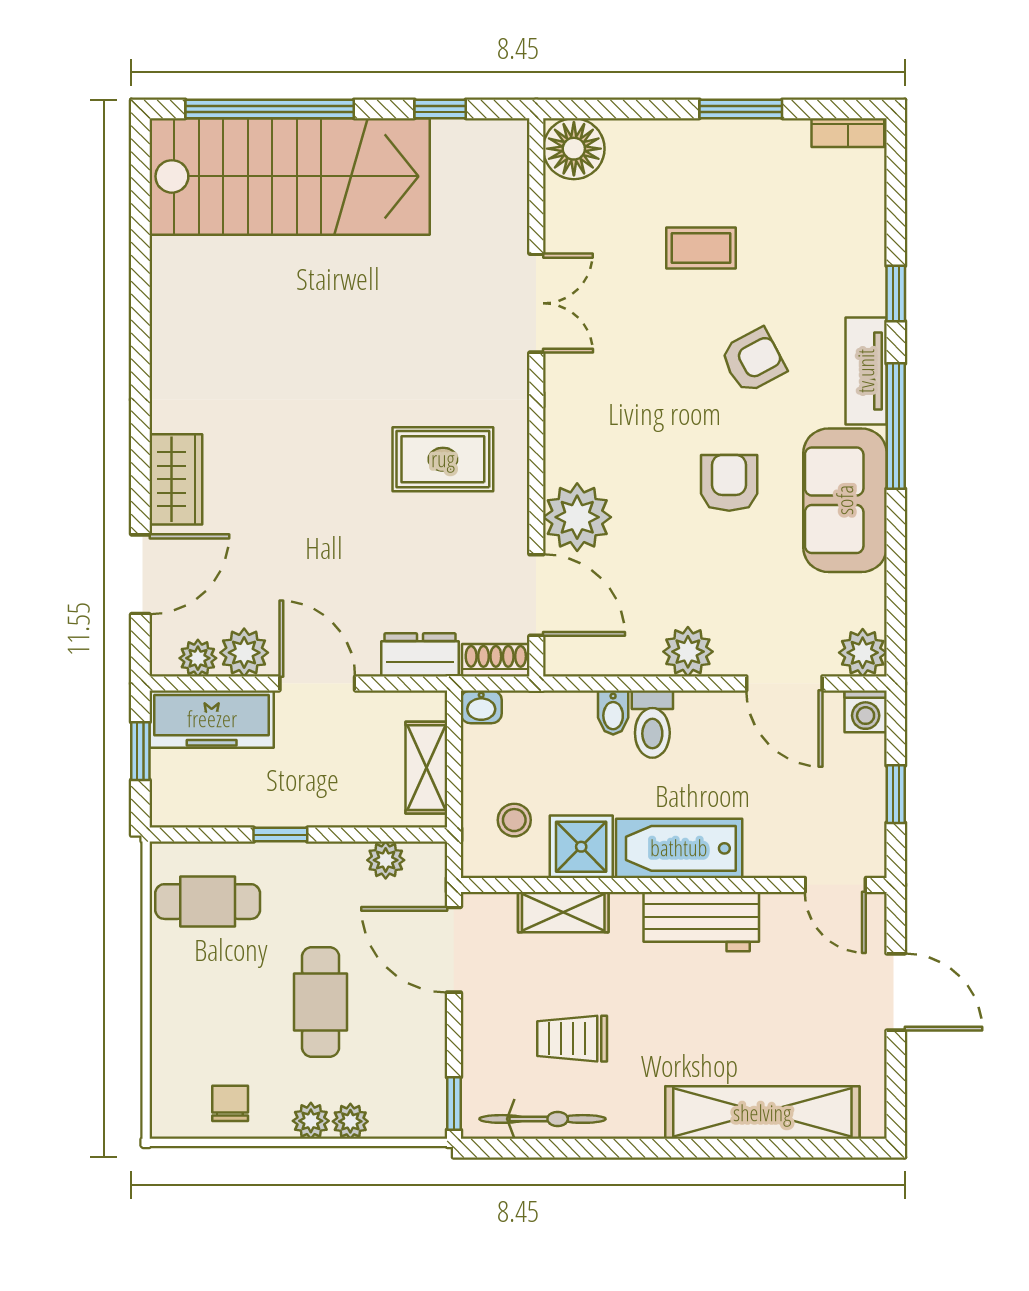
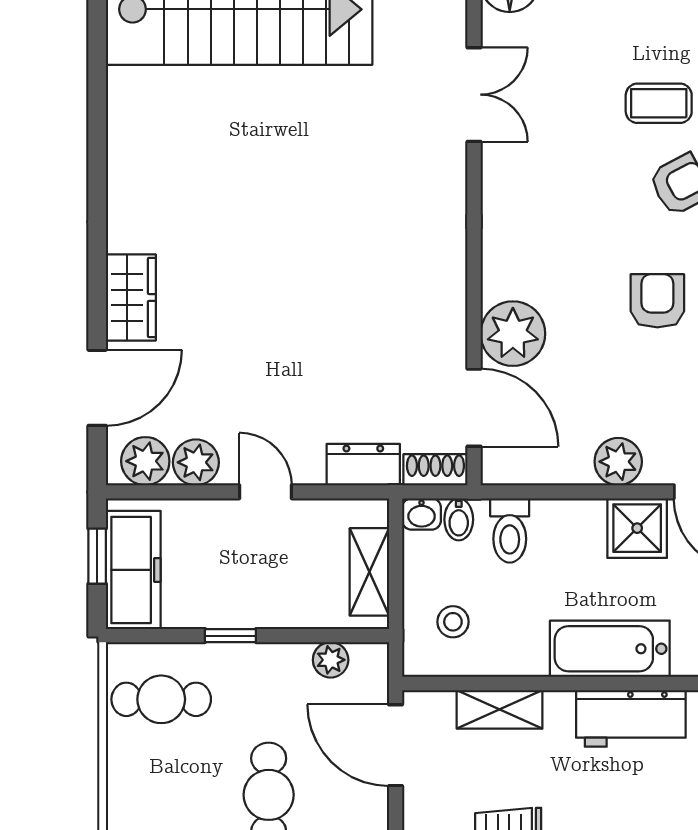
coffee table: (701, 248) -> (659, 103), moved
double door: (536, 303) -> (474, 95), moved
rug: (443, 459) -> (385, 278), removed
plant: (198, 658) -> (145, 461), width x1.38, depth x1.38
door: (317, 683) -> (265, 492), width x0.73
bidet: (613, 712) -> (459, 519), moved
freezer: (212, 719) -> (133, 570), moved, turned -90
toilet: (652, 724) -> (510, 530), moved
shower: (581, 847) -> (637, 528), moved

